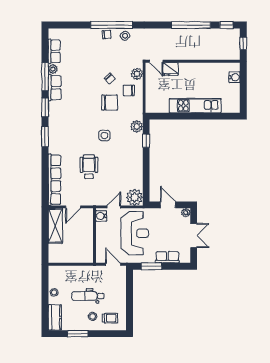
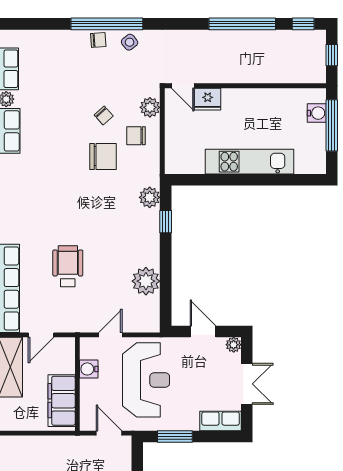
window: (243, 84) -> (332, 125), added
side table: (104, 135) -> (94, 213), removed
plant: (135, 197) -> (146, 281), moved
water cooler: (101, 216) -> (89, 369), moved
filing cabinet: (85, 245) -> (62, 401), added
row of seats: (167, 257) -> (221, 421), moved

